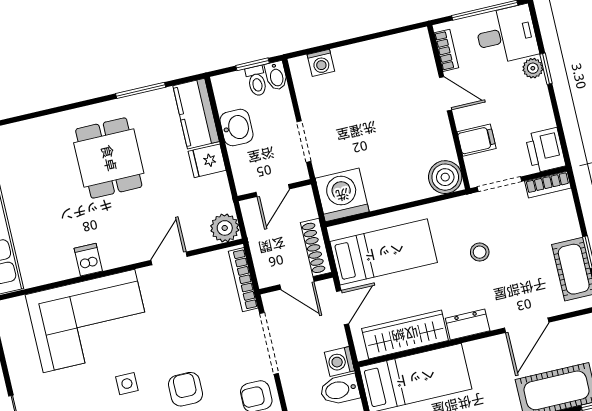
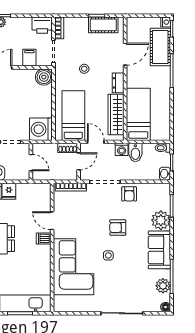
plant: (225, 228) -> (44, 190), removed
shoe rack: (316, 247) -> (68, 148), width x0.70
dishwasher: (88, 260) -> (44, 238), moved
door: (527, 325) -> (125, 54), hinge flipped

